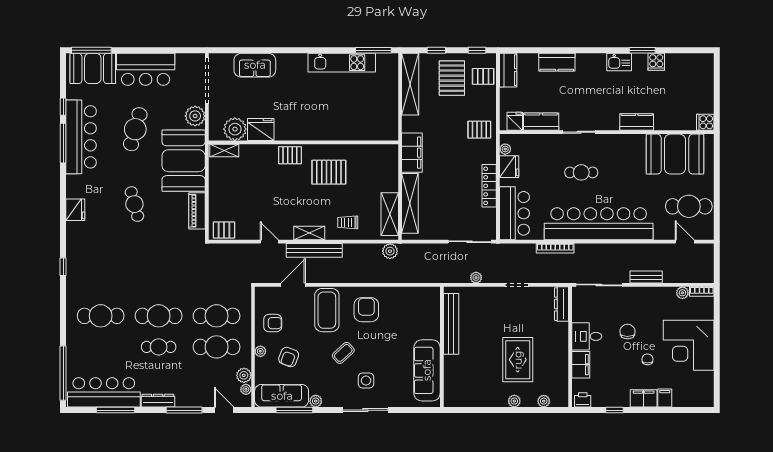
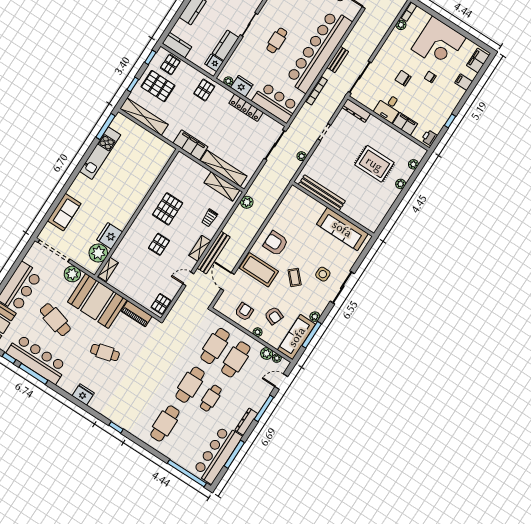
pallet: (290, 155) -> (159, 244), moved
bench: (646, 277) -> (338, 59), moved
filing cabinet: (644, 398) -> (478, 60), moved

